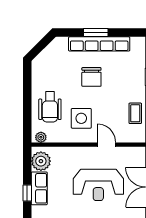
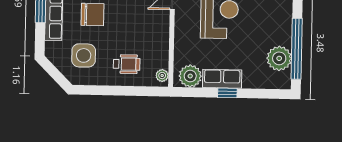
wheelchair: (50, 107) -> (127, 64), width x0.73, depth x0.73
side table: (81, 118) -> (84, 55), moved

